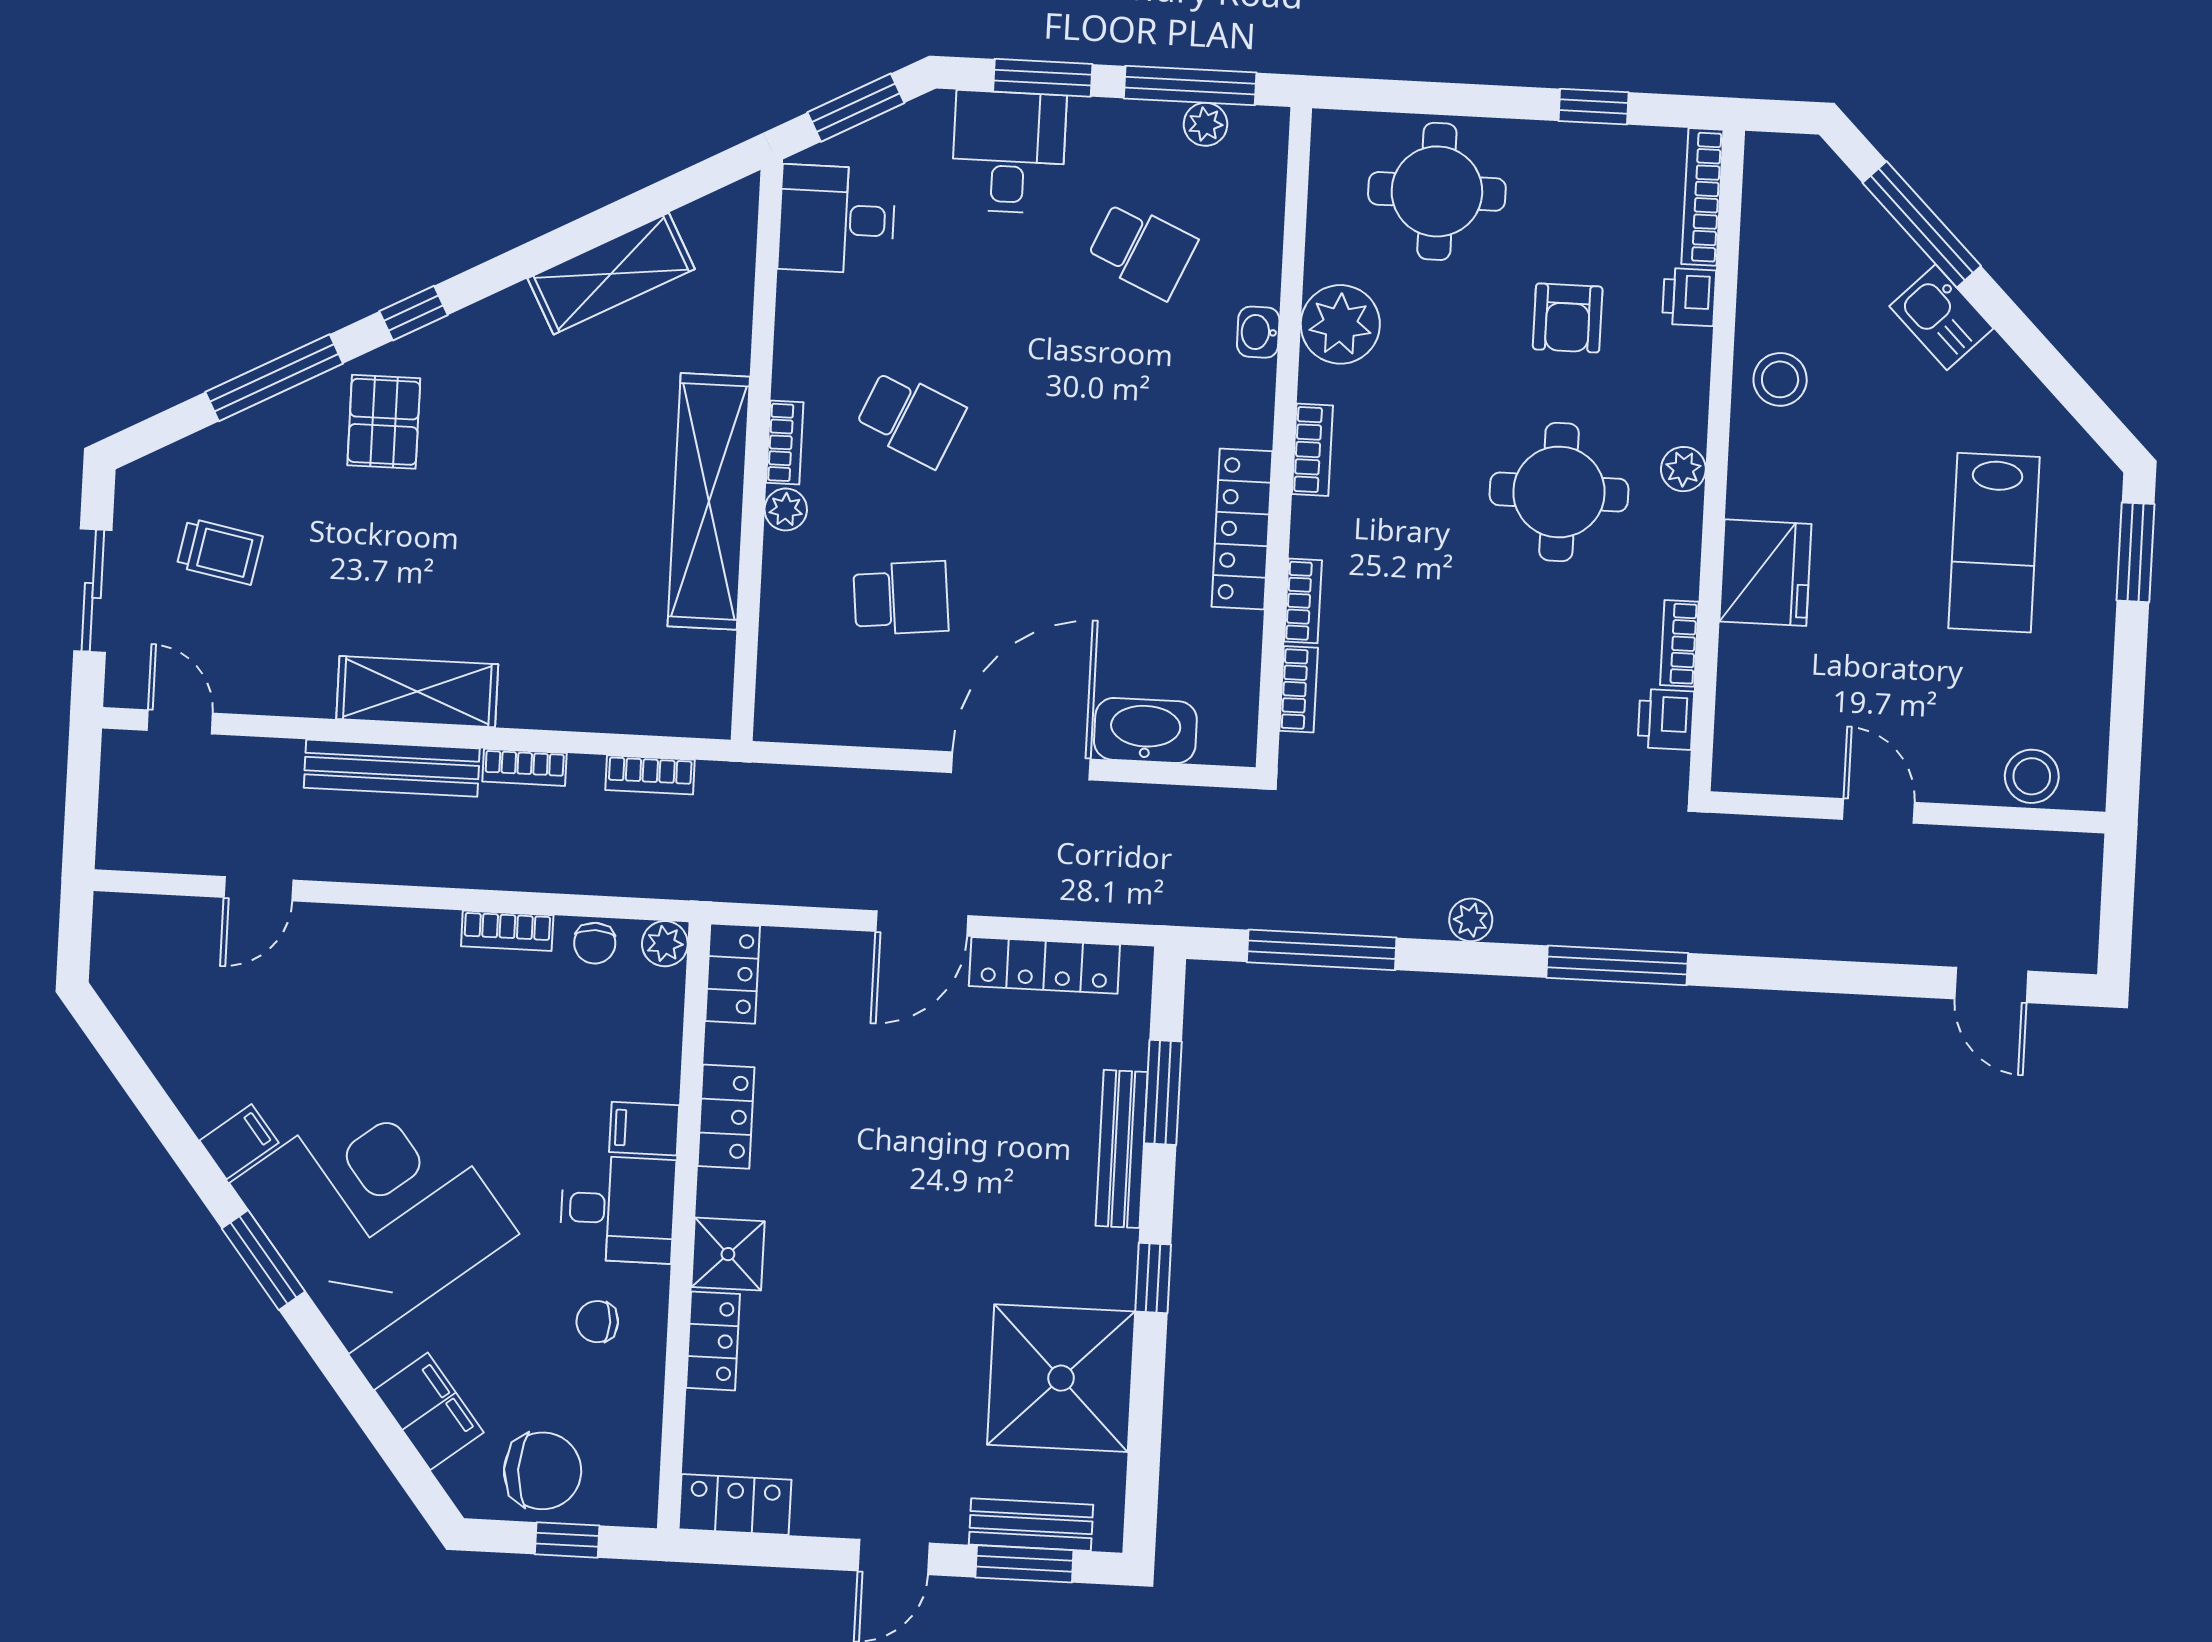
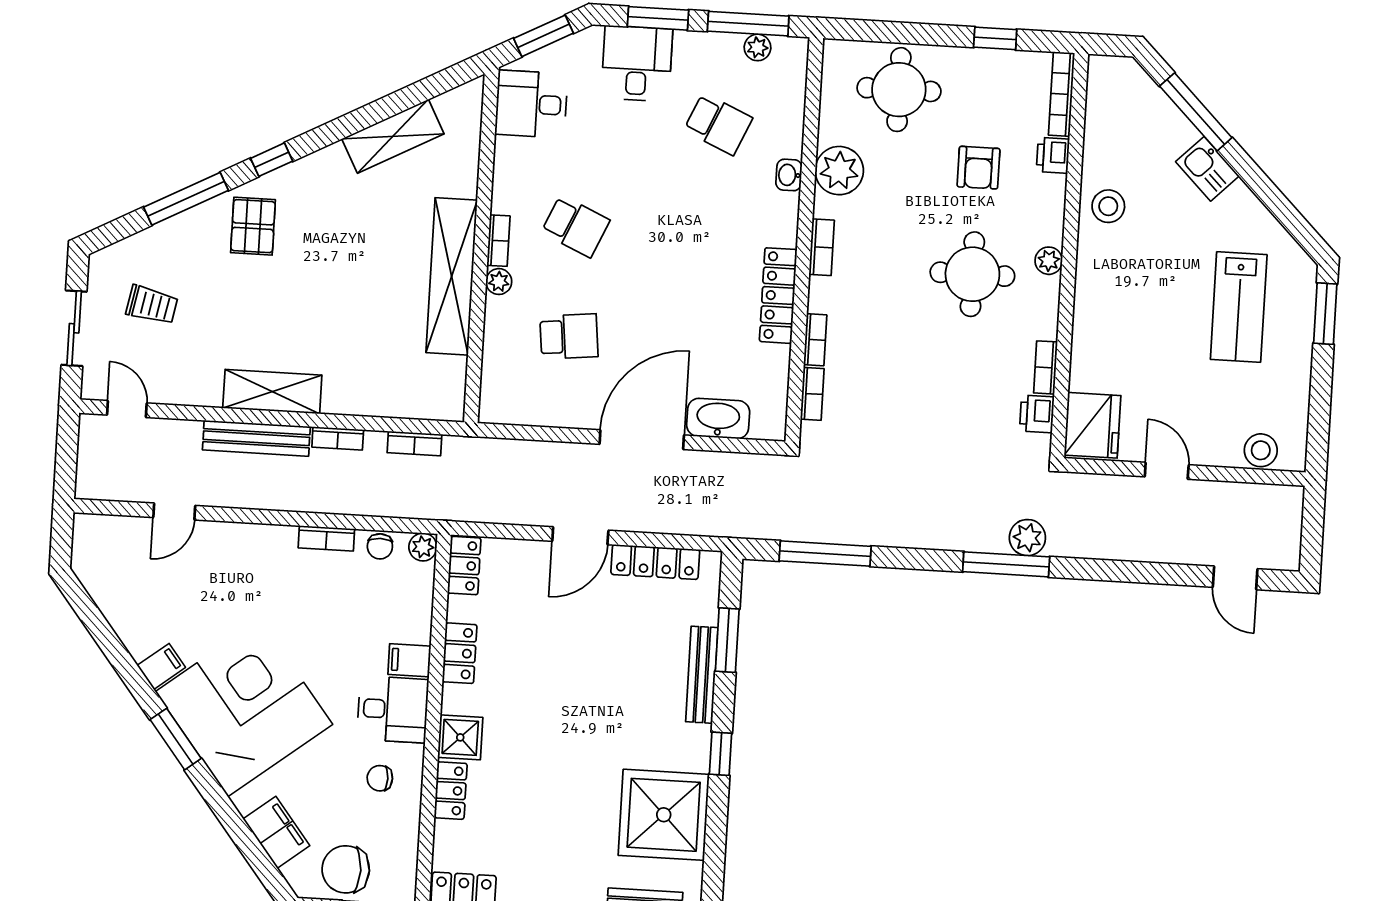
fridge: (1765, 573) -> (1093, 425), moved
plant: (1471, 920) -> (1027, 538), moved, width x1.38, depth x1.38
chair: (543, 1471) -> (346, 869), turned 180

